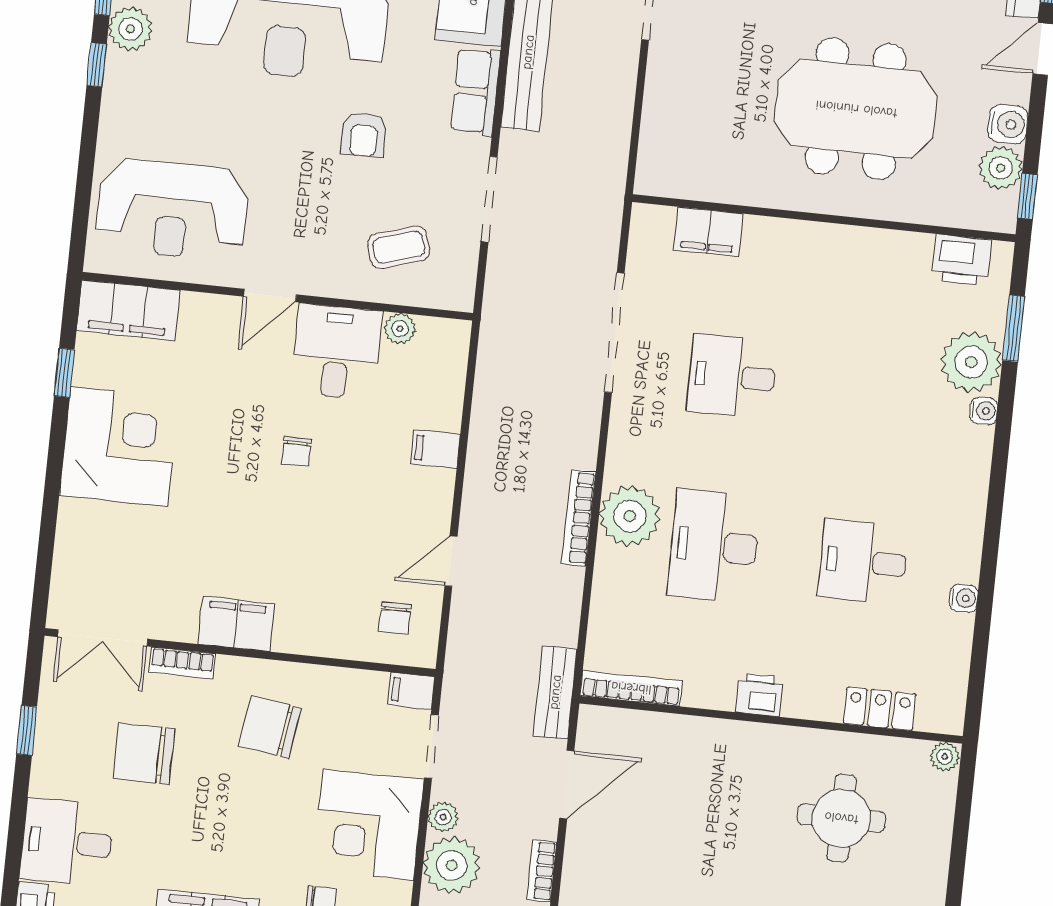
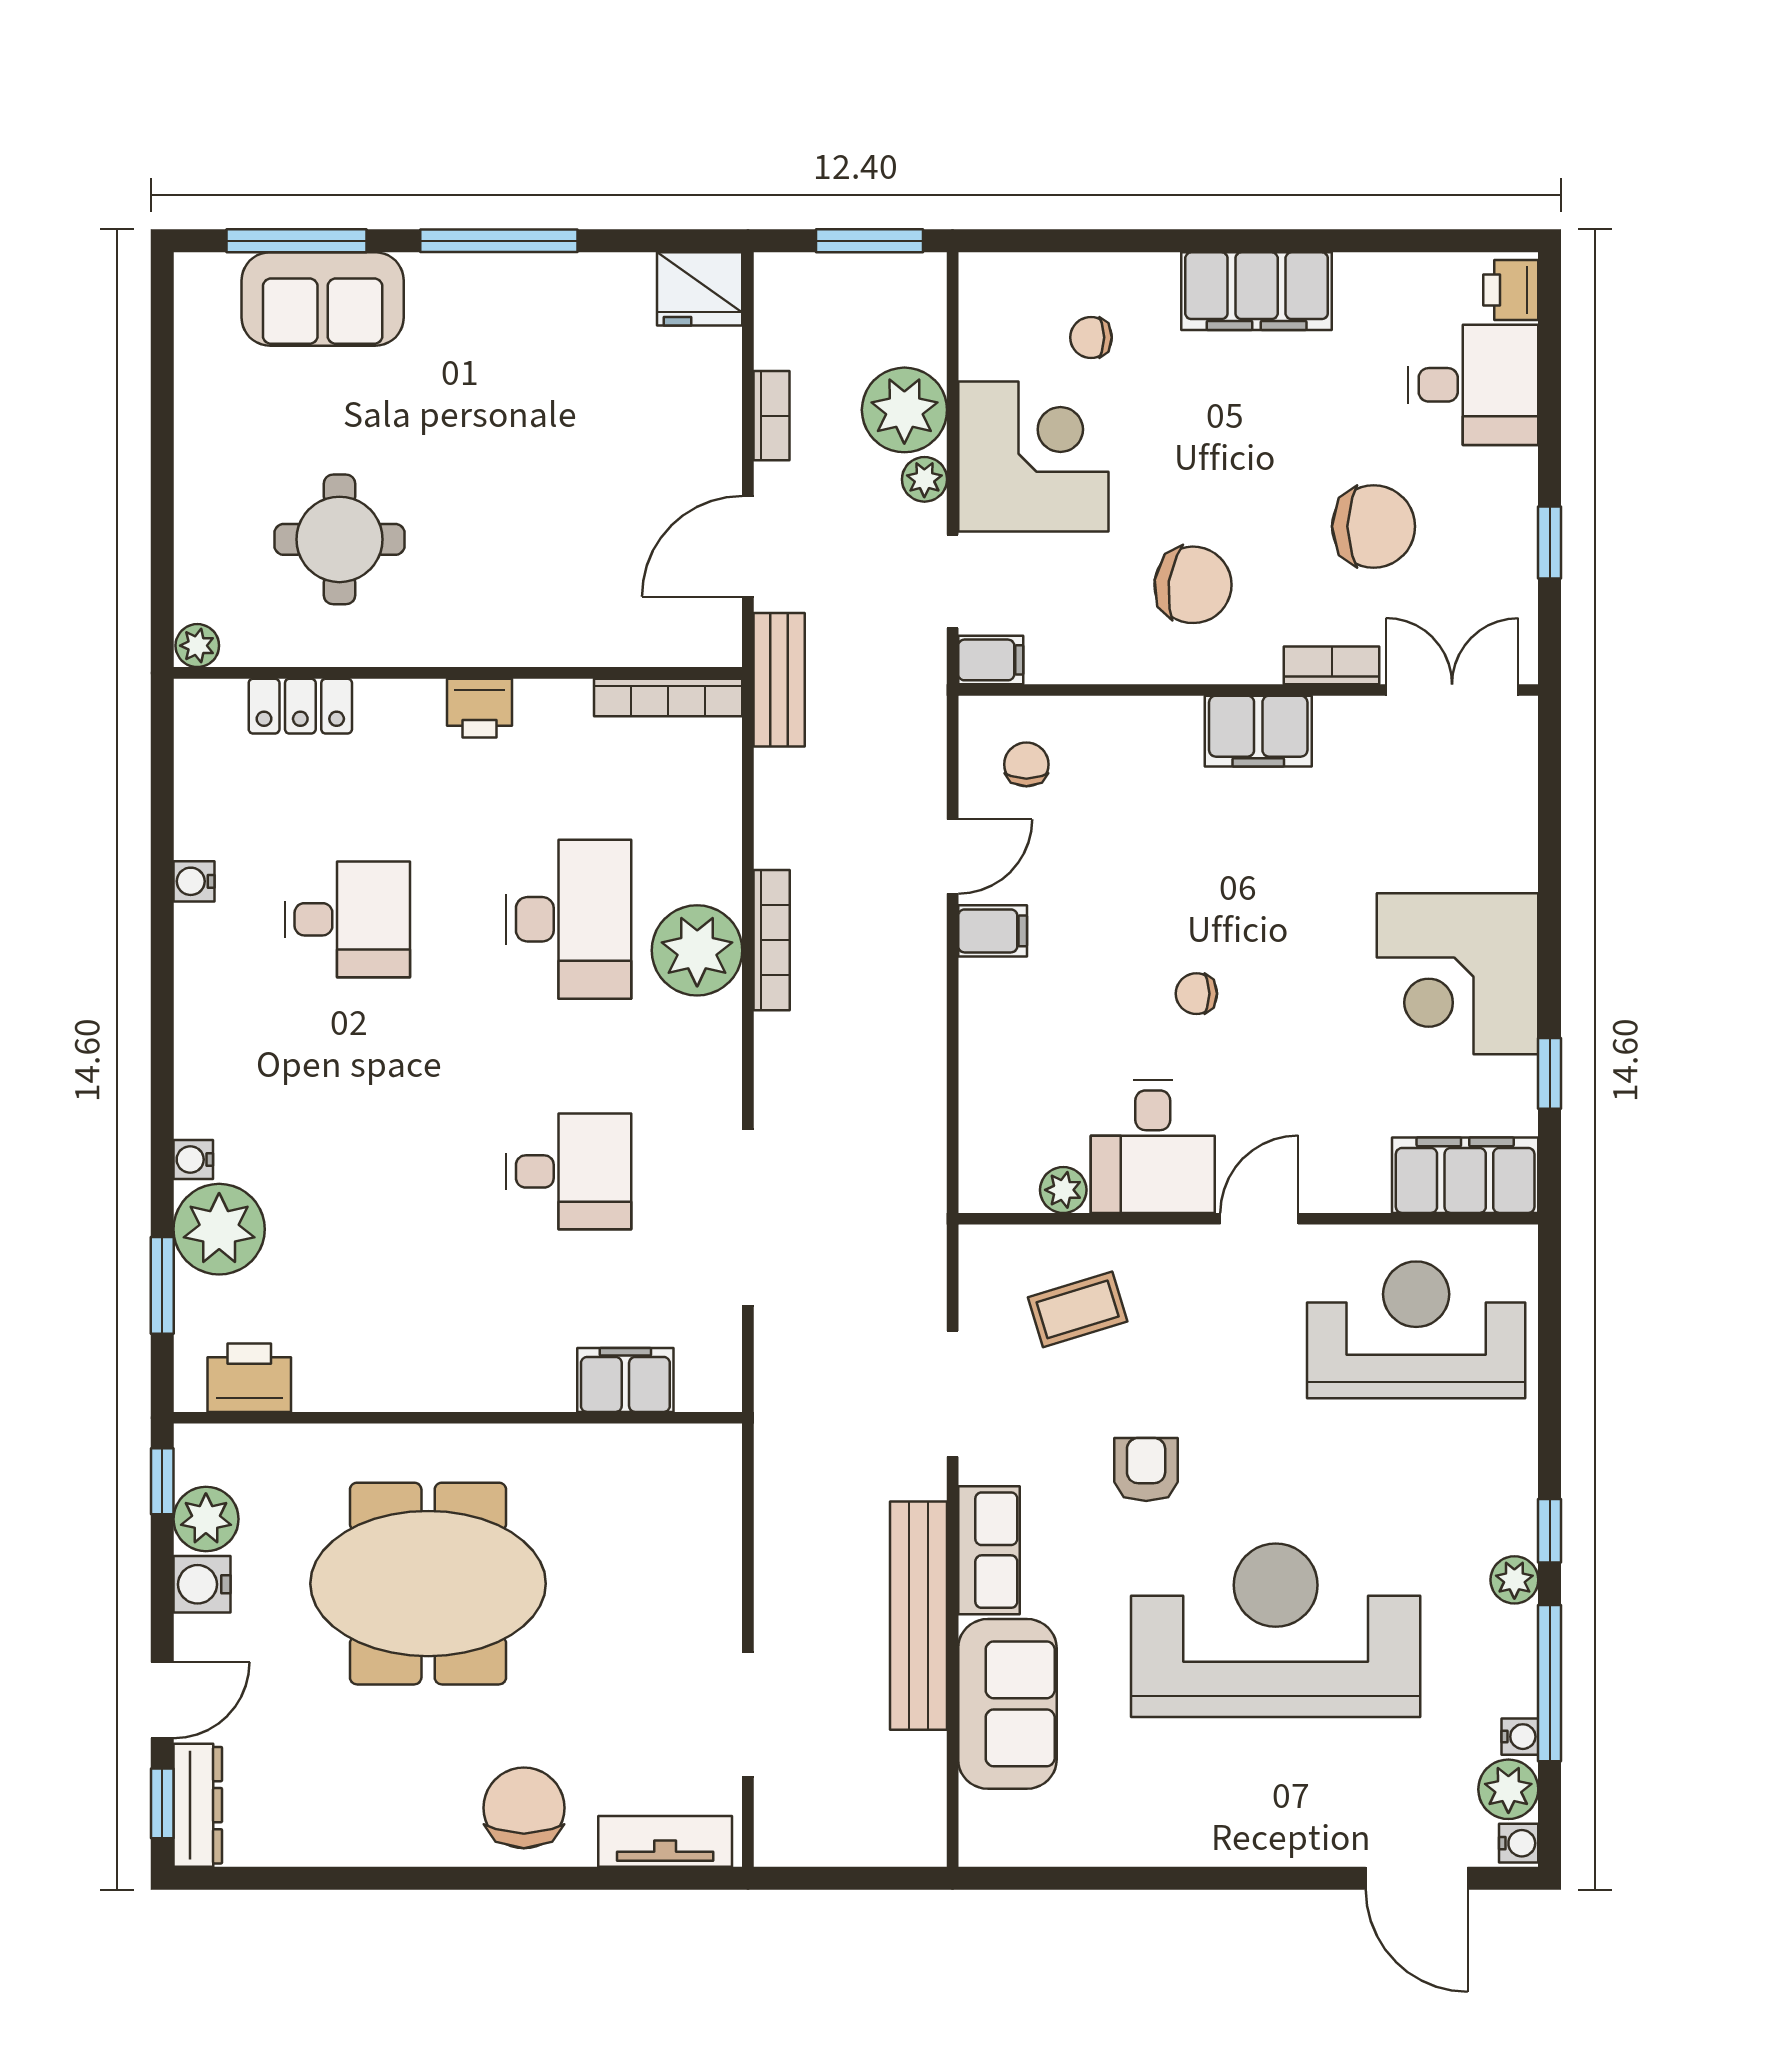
plant: (130, 29) -> (1514, 1580), width x0.73, depth x0.73
filing cabinet: (435, 449) -> (993, 931), moved
chair: (296, 452) -> (1196, 994), turned -90

